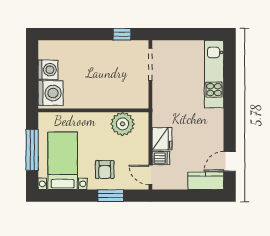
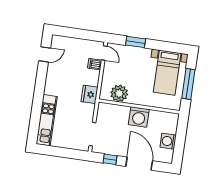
door: (82, 34) -> (139, 164), added
washing machine: (51, 93) -> (139, 117), moved, turned -90
fridge: (162, 139) -> (89, 94), moved
armchair: (105, 170) -> (137, 62), removed
kitchen counter: (206, 181) -> (64, 43), removed

